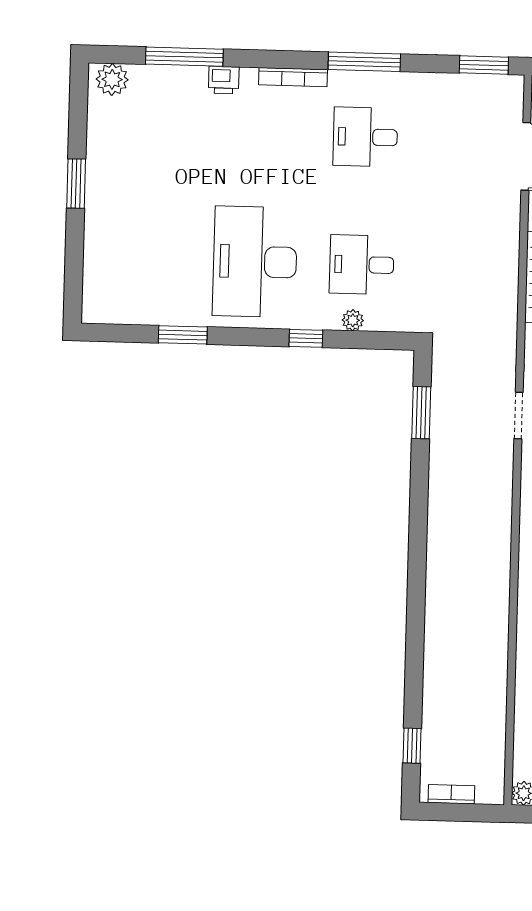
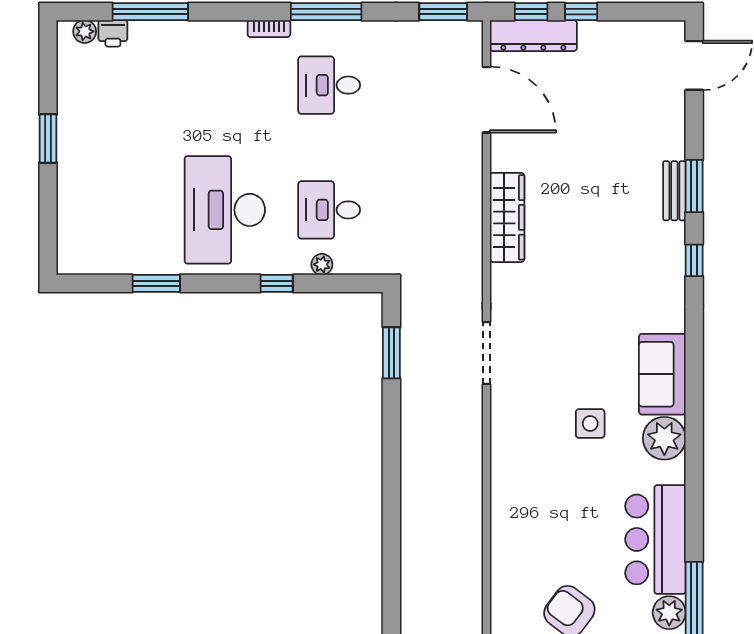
bookcase: (293, 77) -> (269, 29), width x0.64
plant: (112, 79) -> (85, 31), width x0.73, depth x0.73
printer: (224, 80) -> (113, 33), moved
doorway: (519, 416) -> (486, 353), width x1.38

